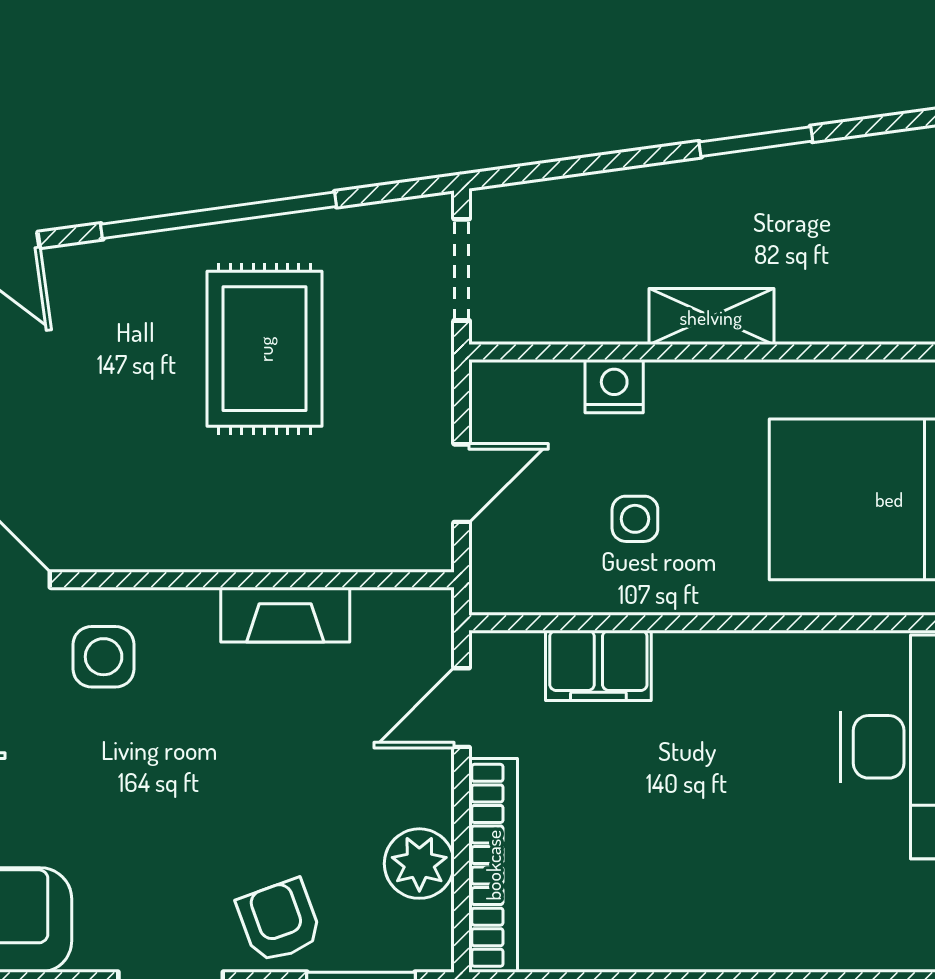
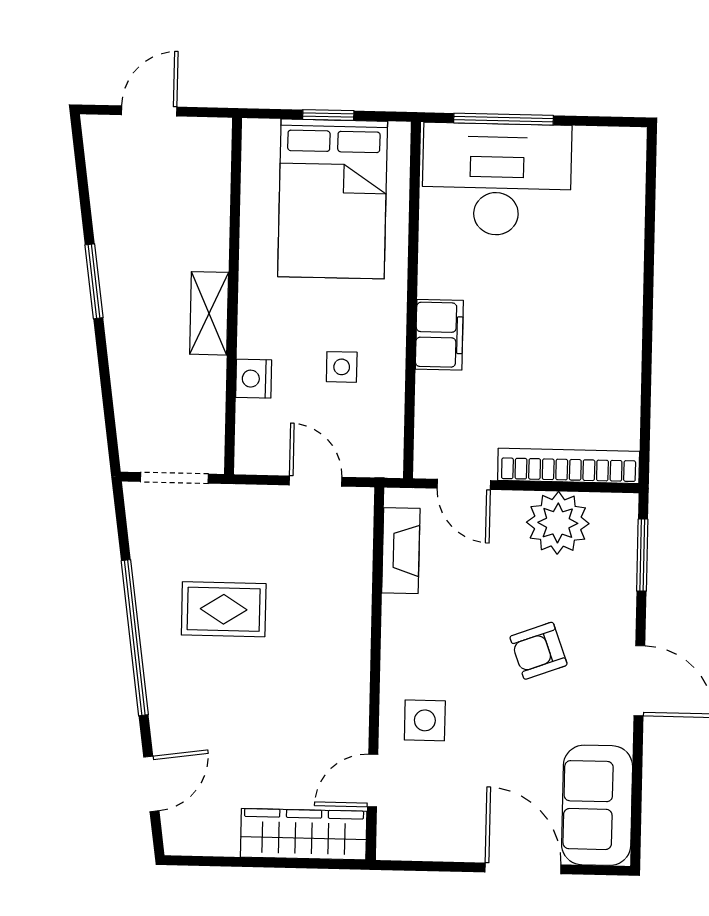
rug: (265, 349) -> (224, 609), width x0.73, depth x0.70
fireplace: (285, 615) -> (401, 551), moved
filing cabinet: (598, 665) -> (439, 335), moved
plant: (419, 864) -> (558, 523), width x1.36, depth x1.36
armchair: (279, 921) -> (539, 651), moved

